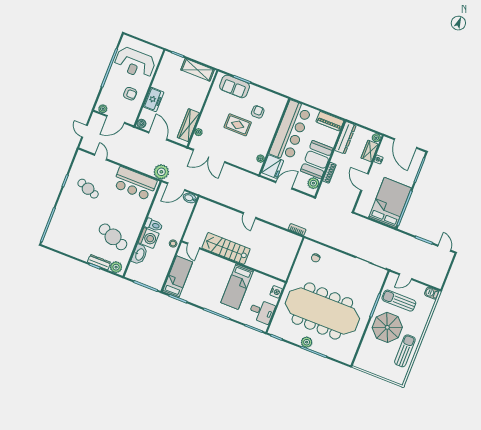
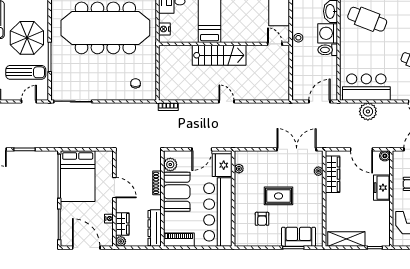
plant: (161, 172) -> (368, 111), moved
bidet: (190, 198) -> (300, 95), removed
stairs: (226, 248) -> (219, 55), moved

